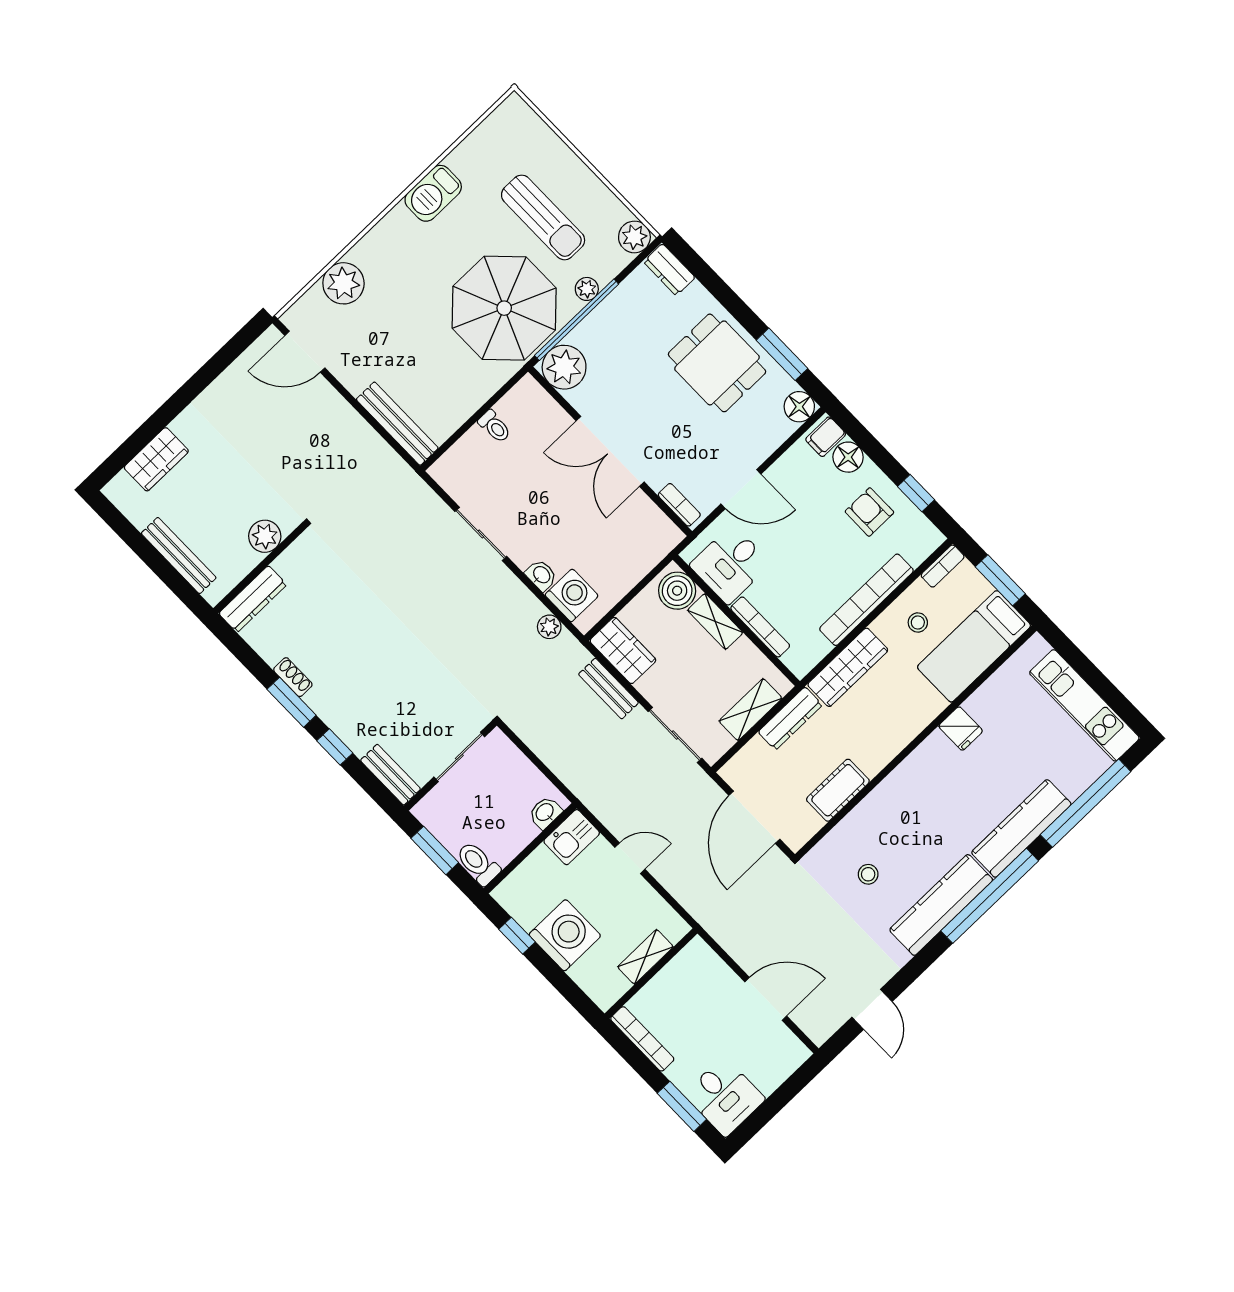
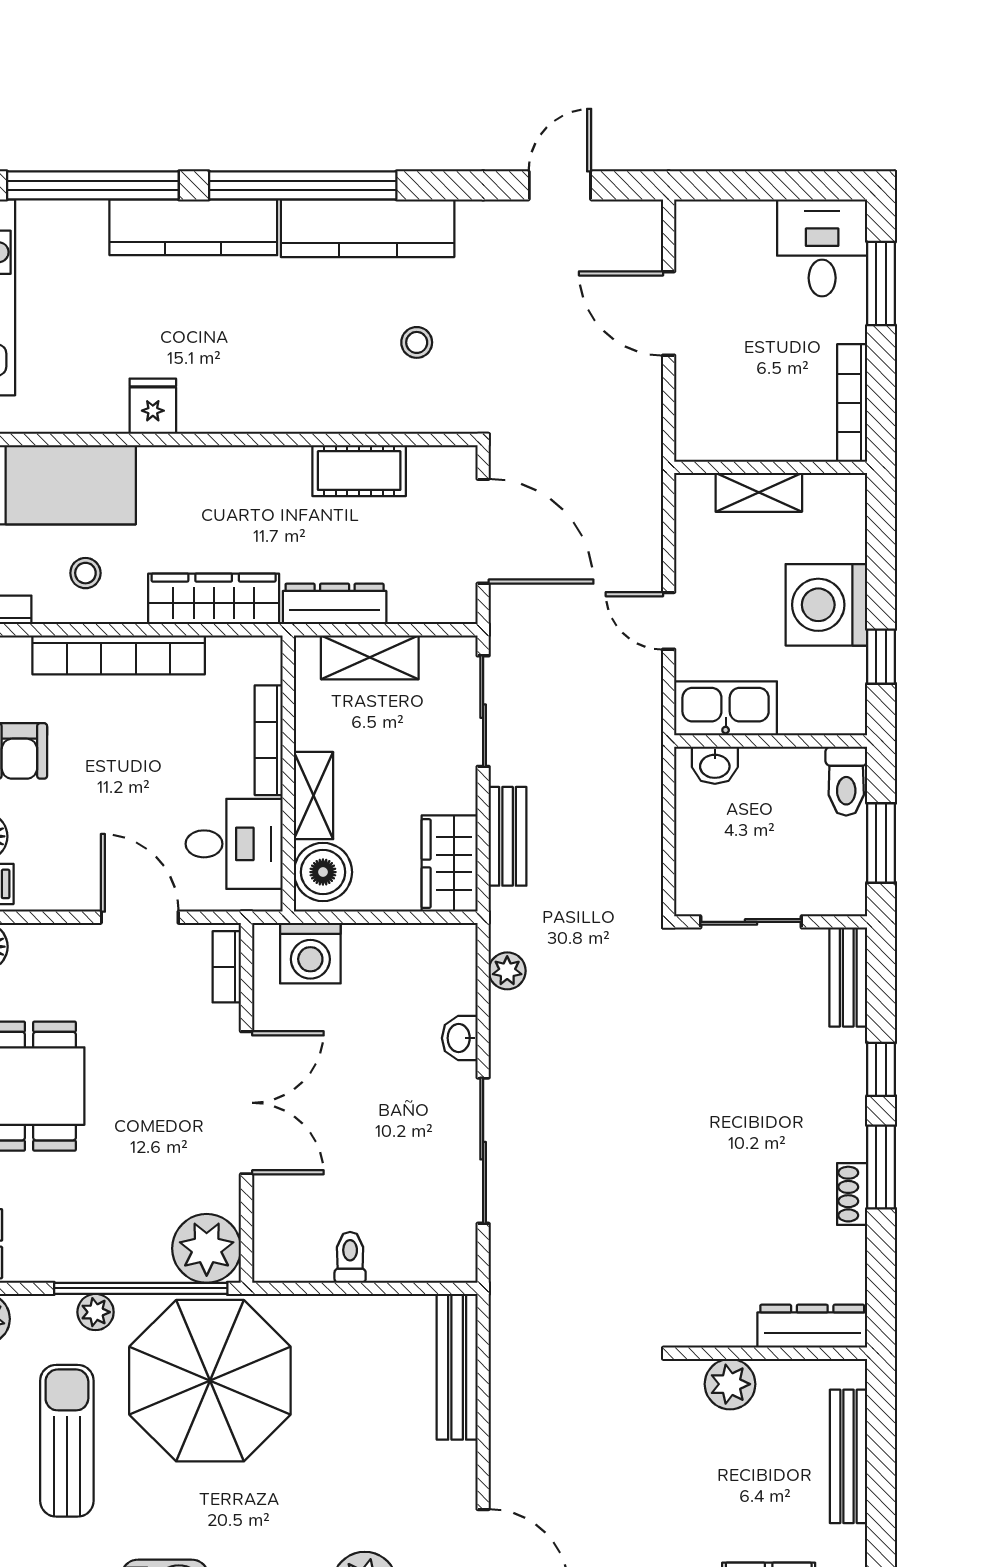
sliding door: (481, 534) -> (483, 1151), width x1.37
washing machine: (572, 595) -> (310, 953), moved, turned -90
door: (754, 817) -> (483, 531), hinge flipped
kitchen sink: (572, 837) -> (726, 708), width x1.38

